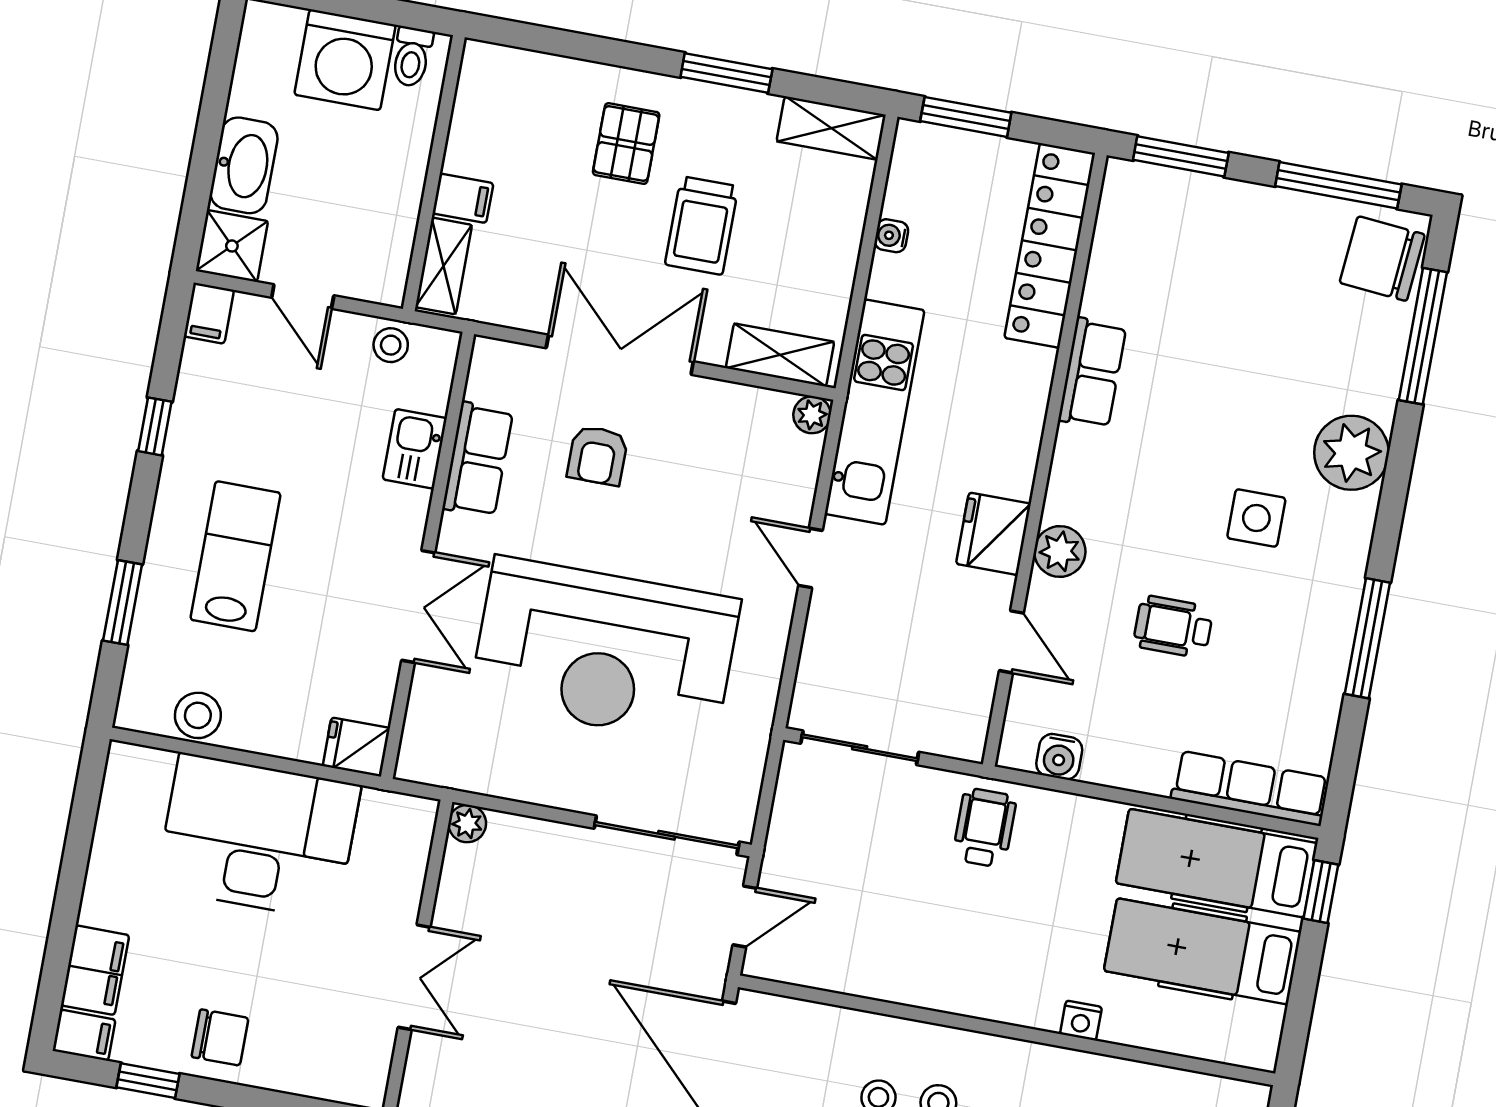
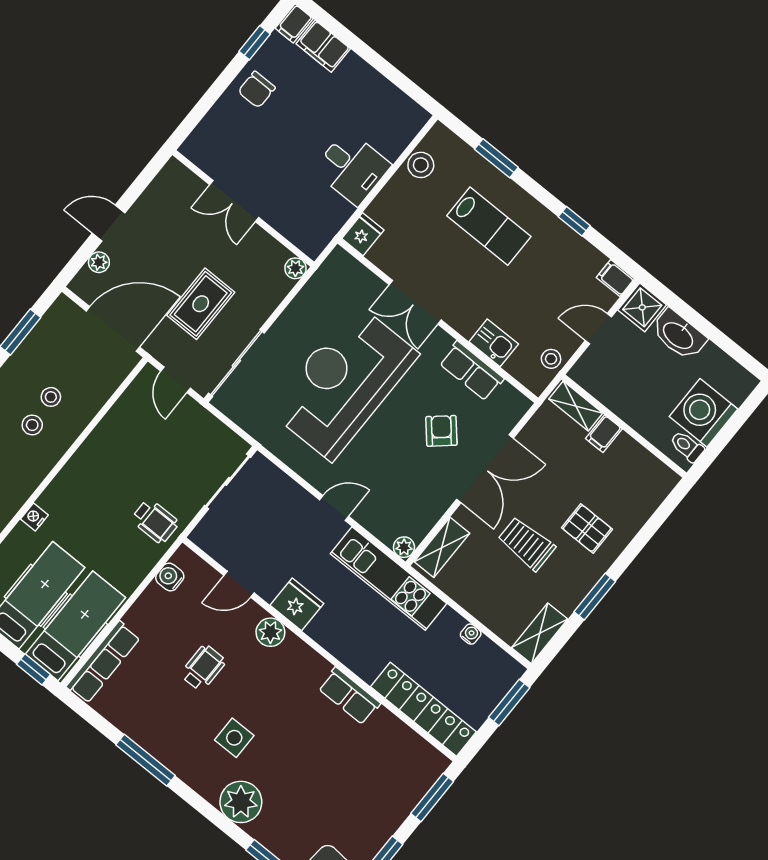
armchair: (597, 455) -> (441, 431), turned 49
desk: (258, 837) -> (352, 168), width x0.53, depth x0.77
rug: (604, 942) -> (201, 304), added

